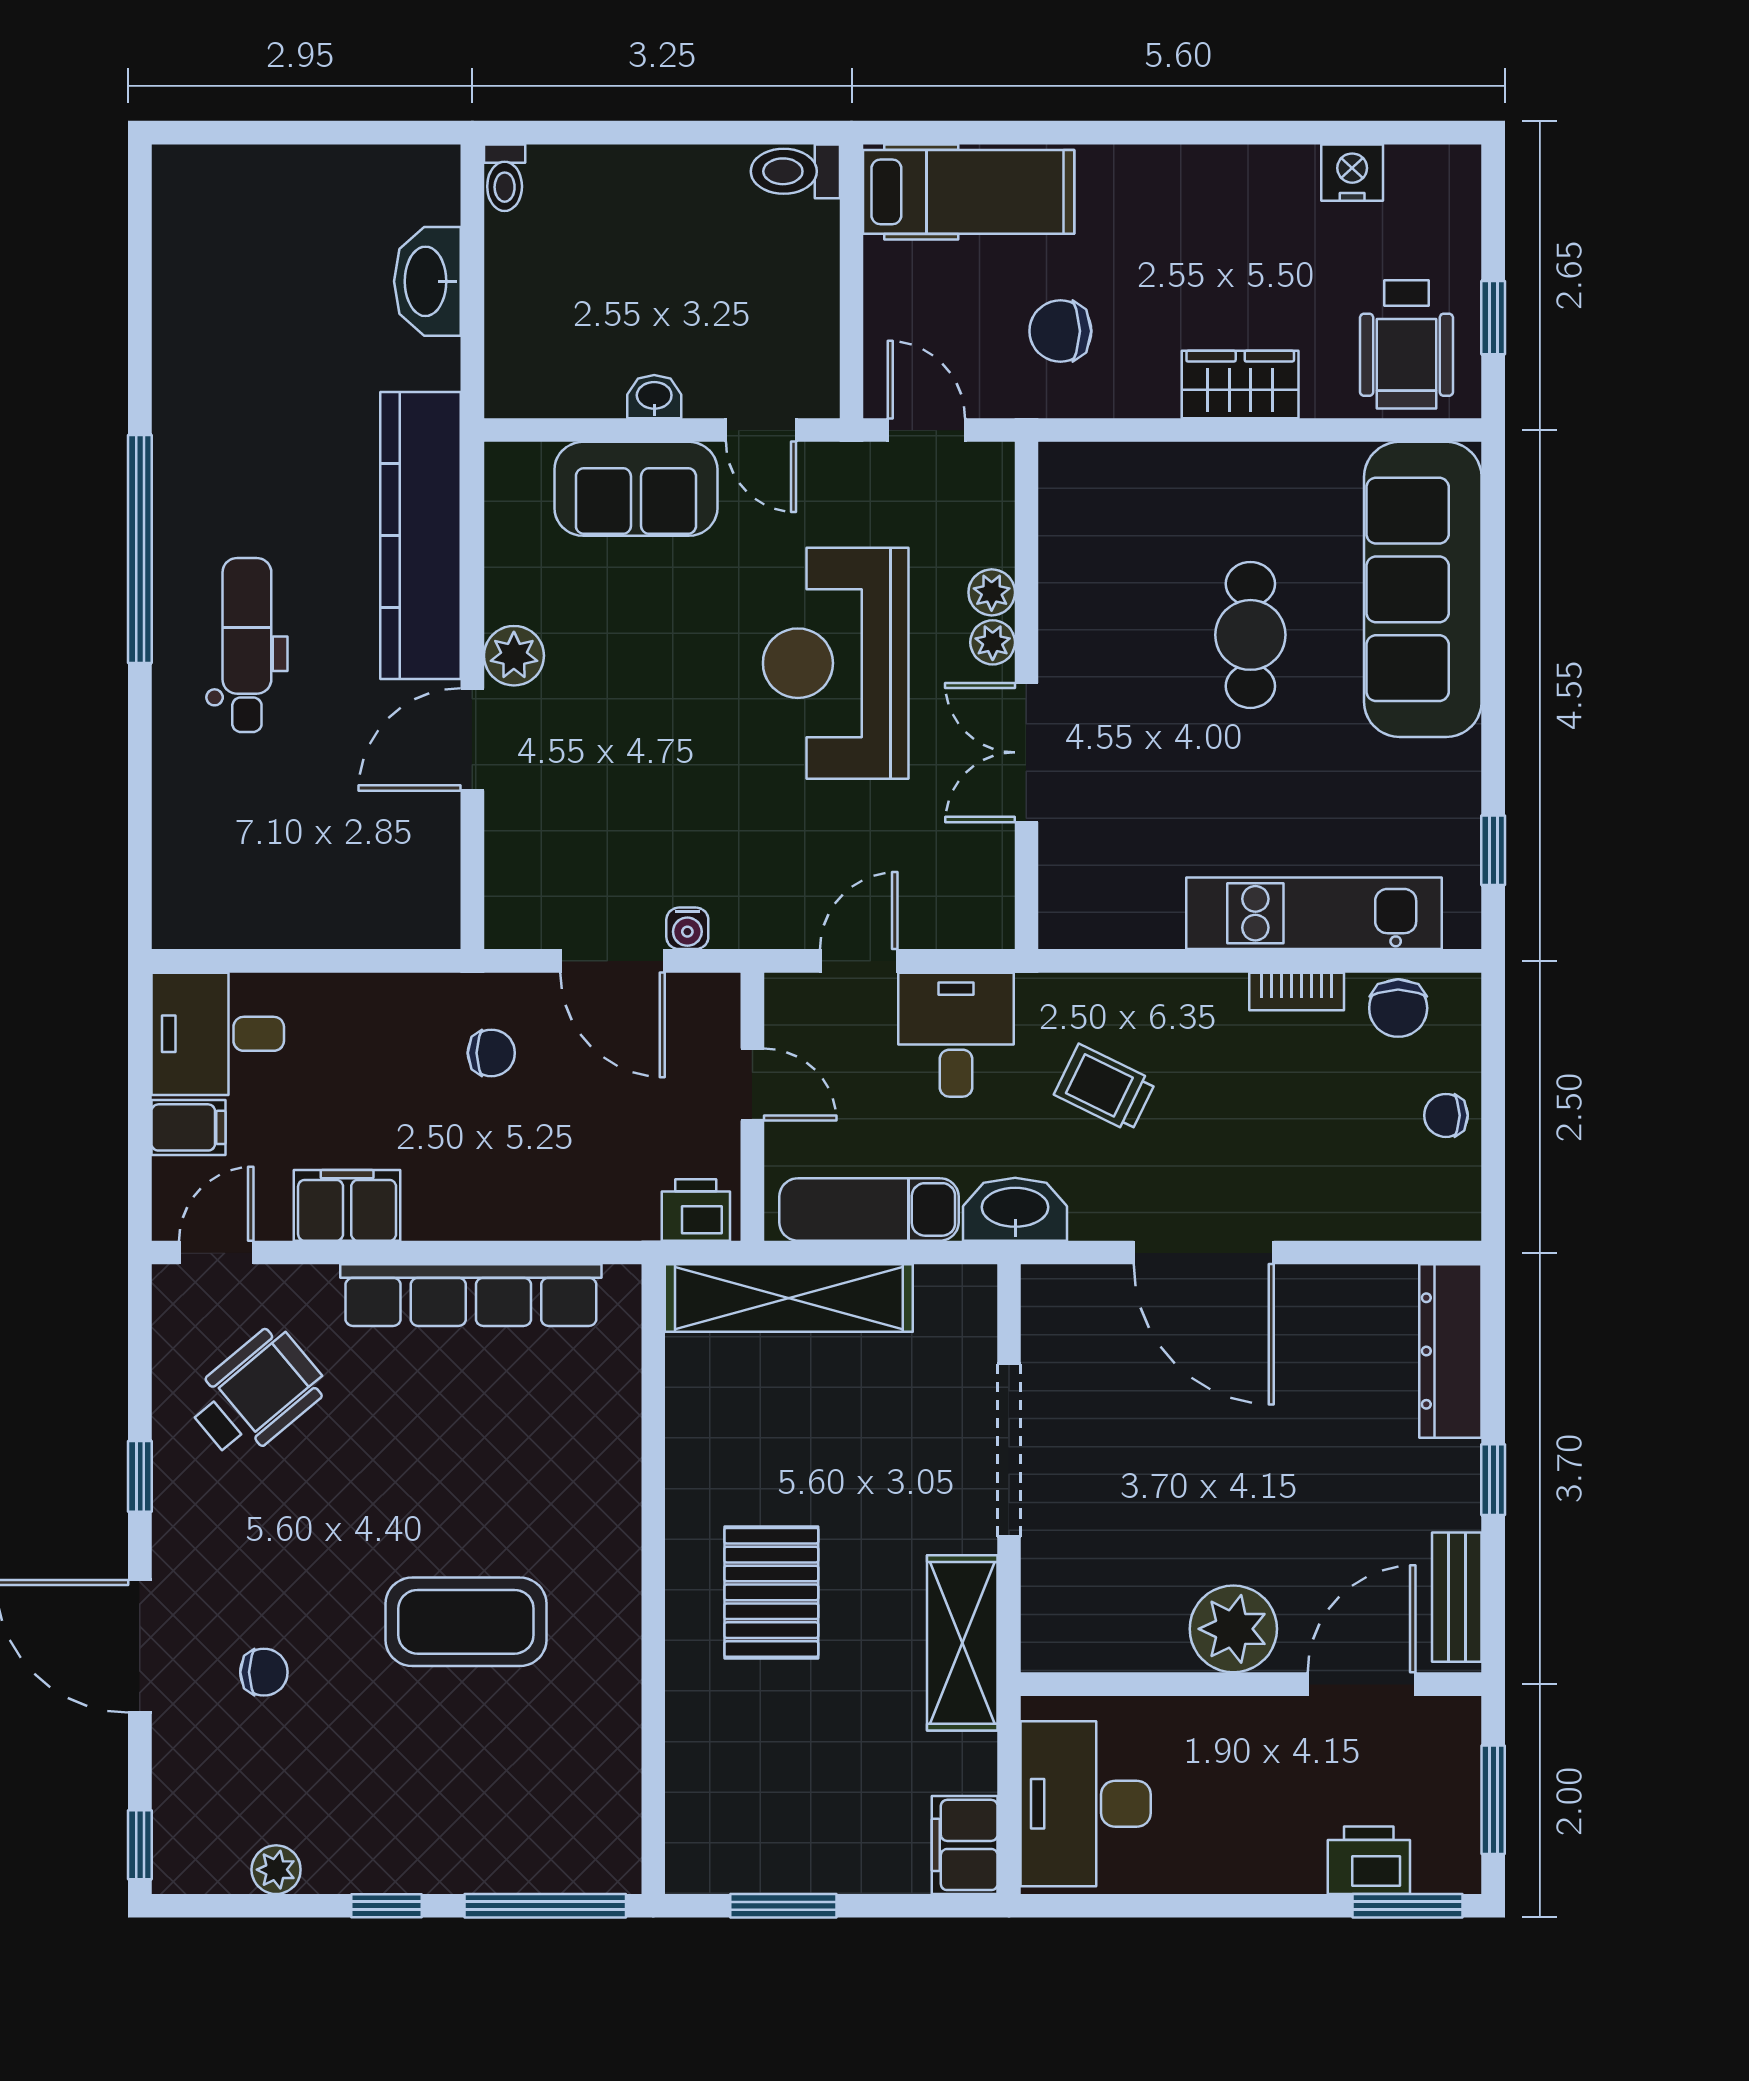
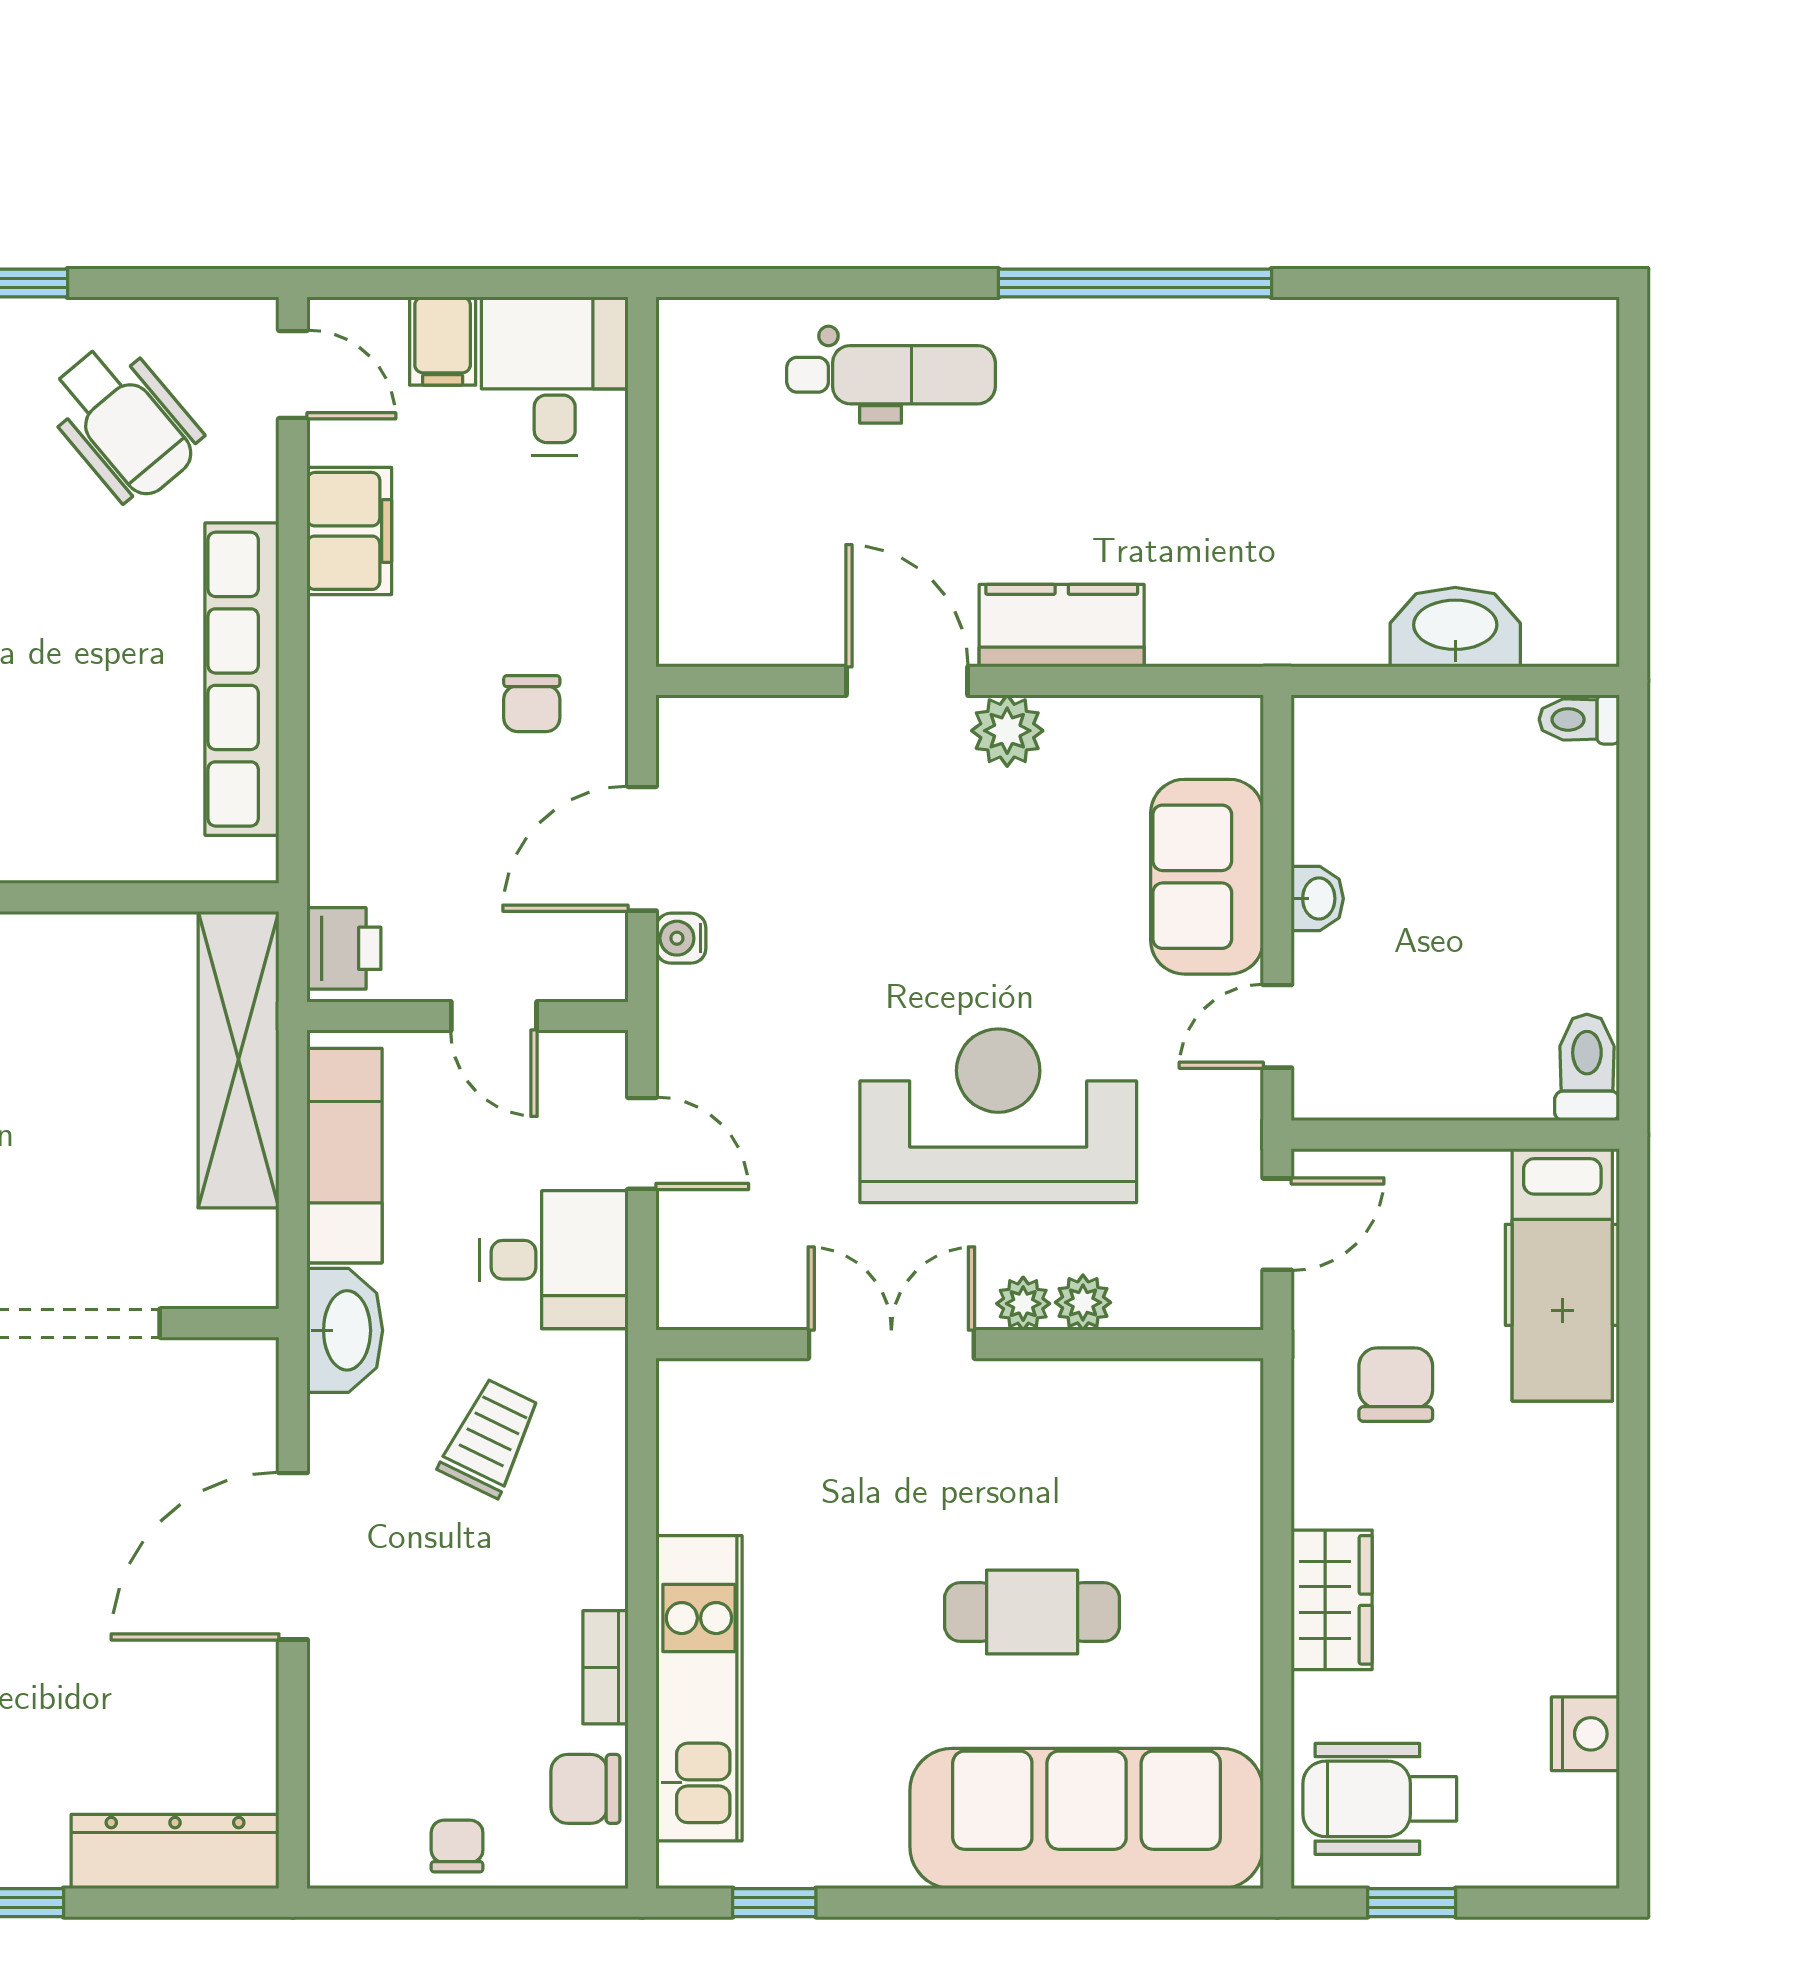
kitchen counter: (420, 535) -> (1062, 626), width x0.48, depth x0.86
dental chair: (247, 645) -> (891, 375), moved
door: (752, 1085) -> (494, 1016), hinge flipped

